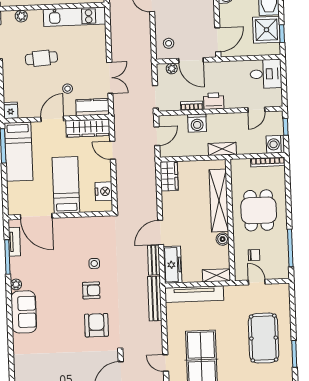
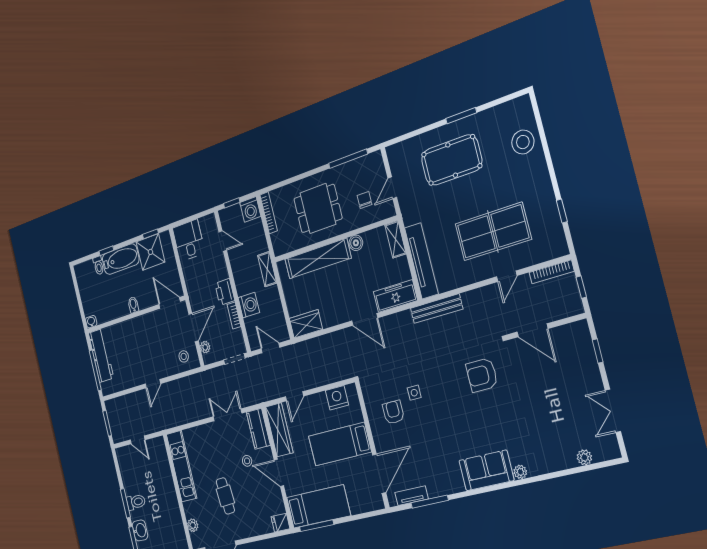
bench: (154, 260) -> (395, 320), removed
plant: (16, 284) -> (520, 472), moved
armchair: (91, 290) -> (393, 412), moved

